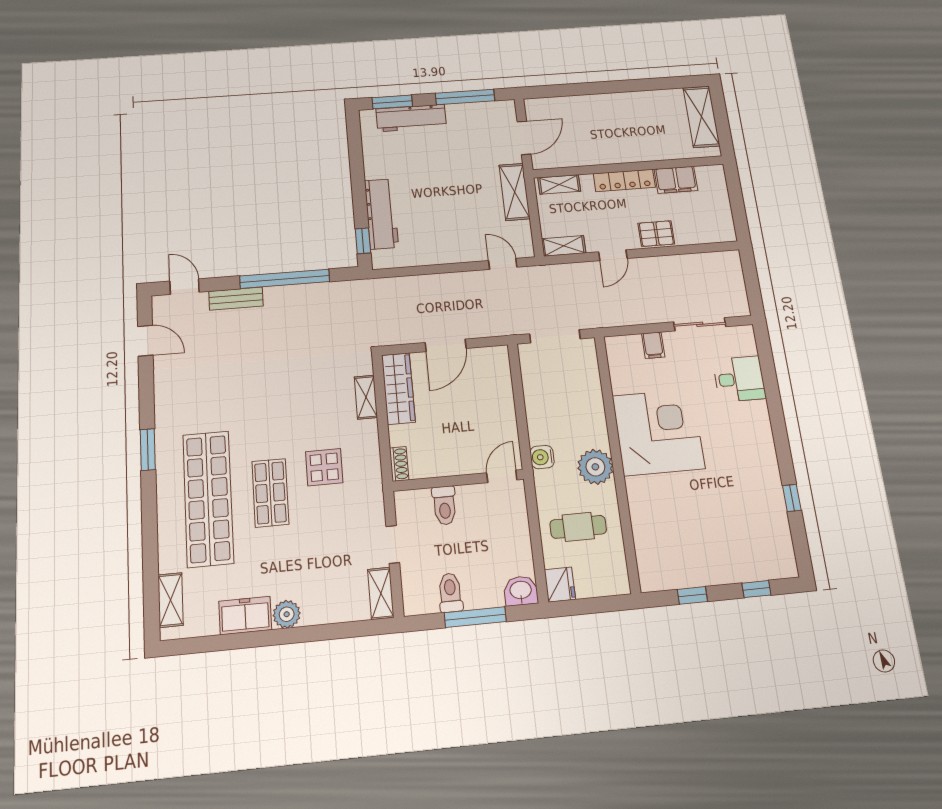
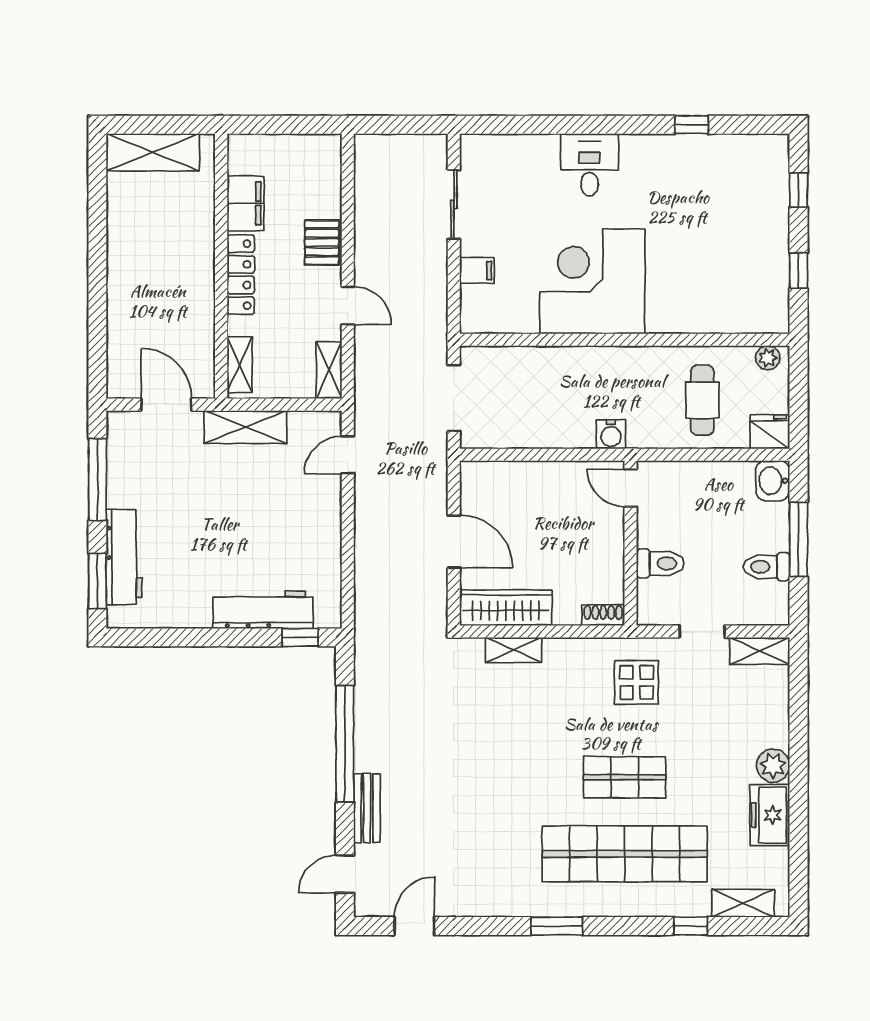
desk: (739, 379) -> (589, 165), moved
display table: (324, 467) -> (636, 682), moved
plant: (595, 467) -> (768, 358), moved, width x0.53, depth x0.53
window: (150, 558) -> (691, 926), added

